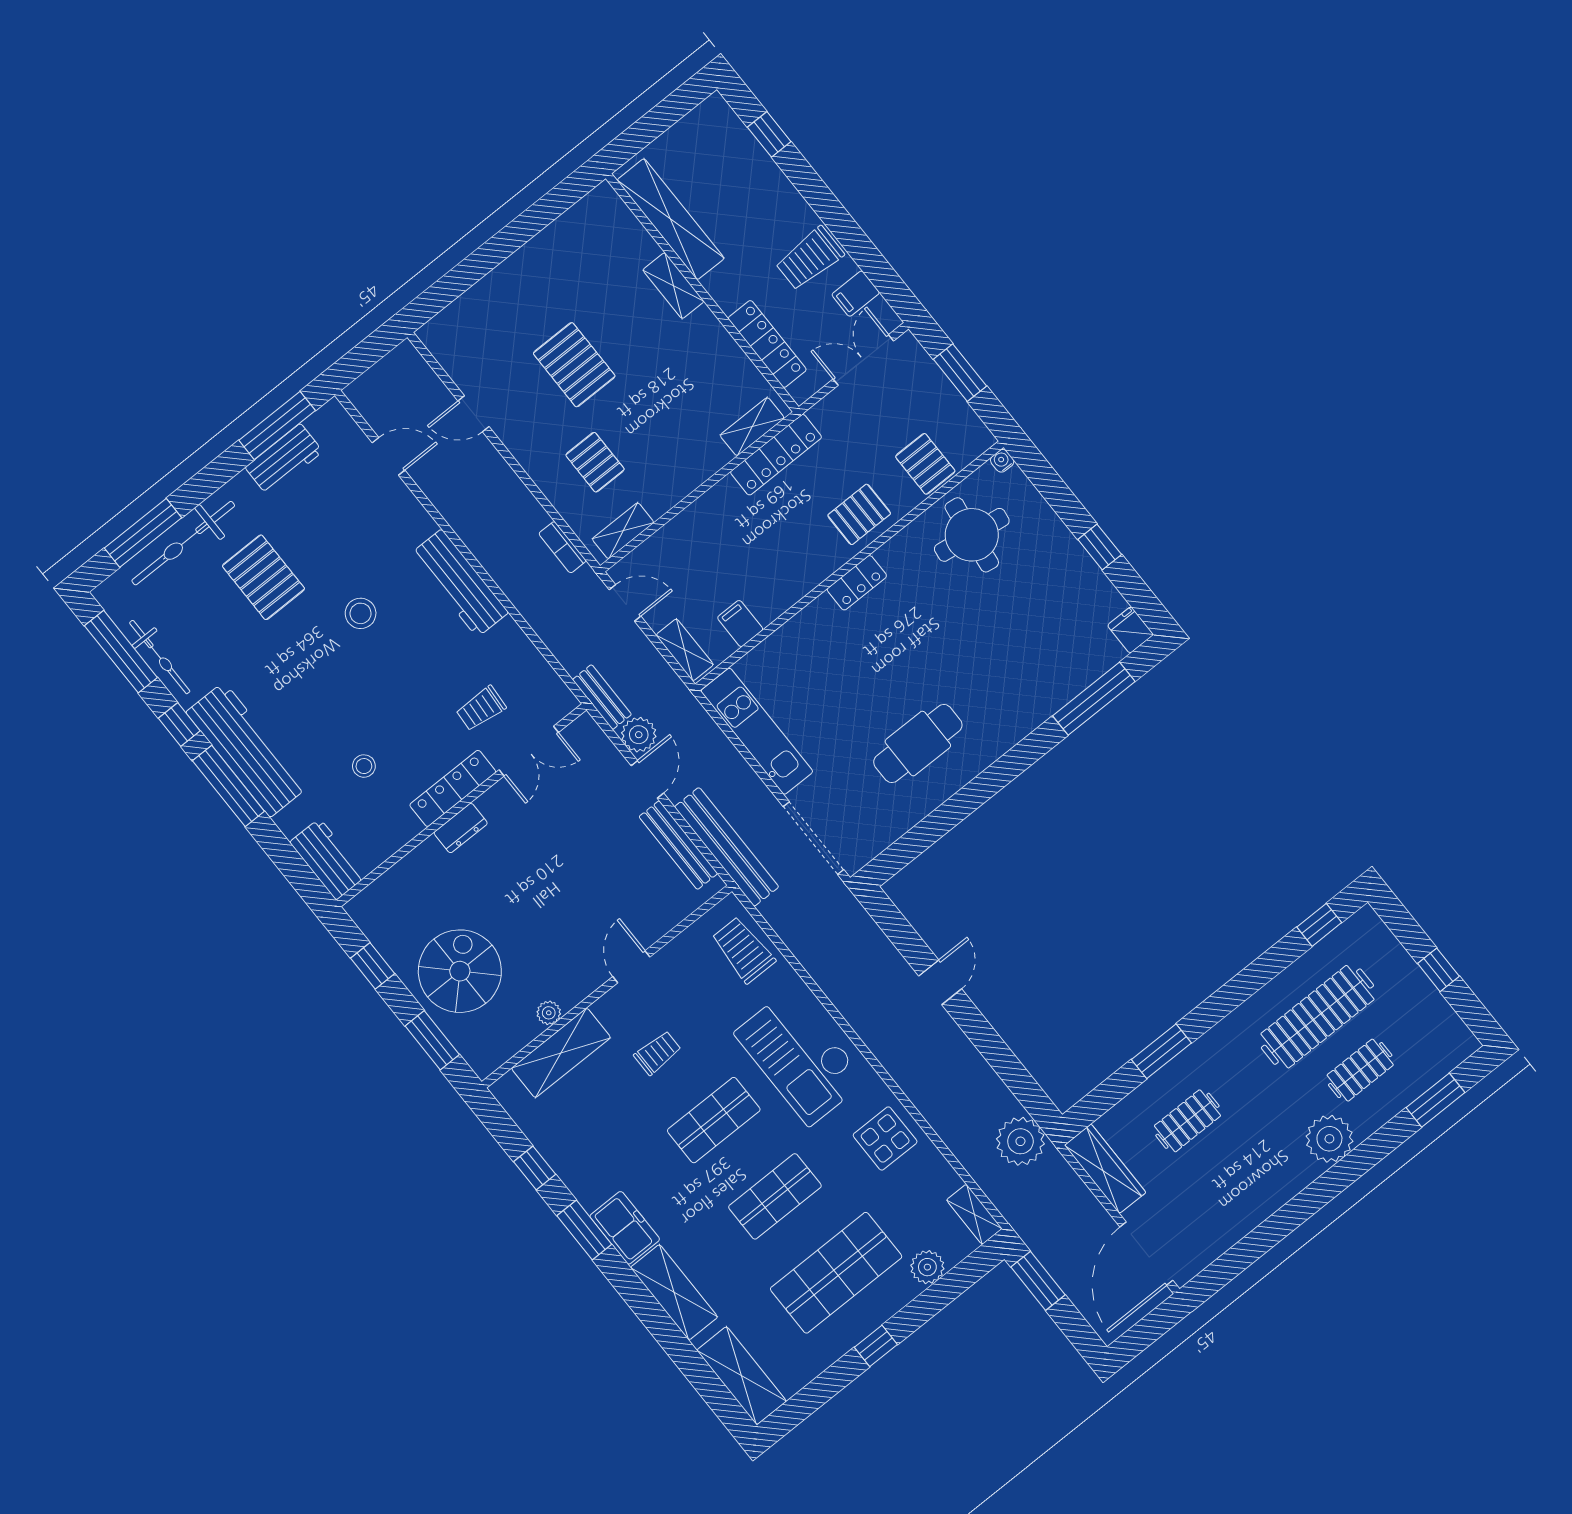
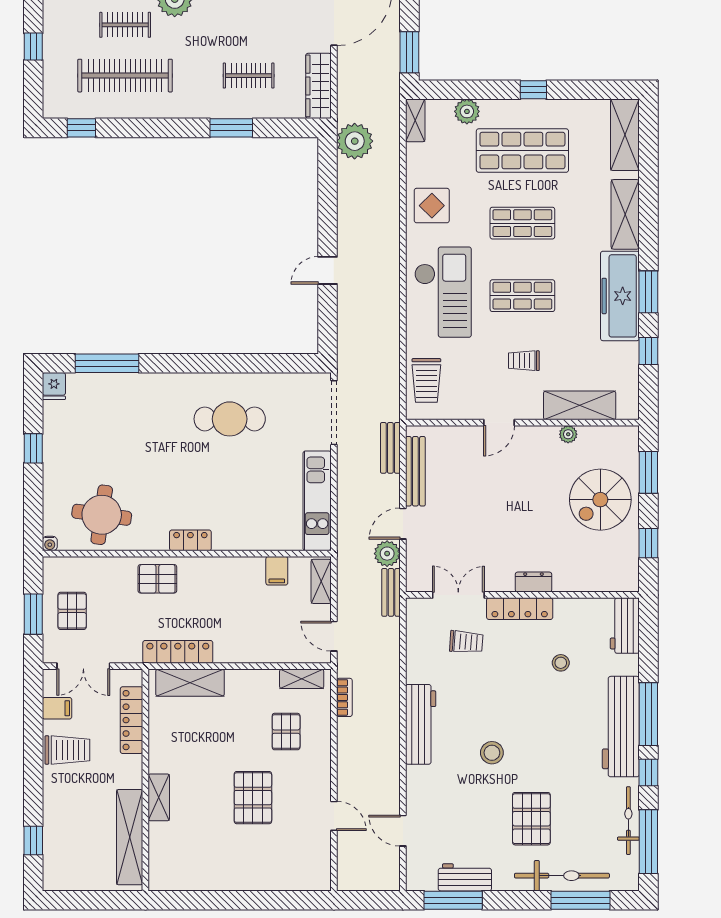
shelving: (752, 427) -> (190, 683), width x1.50, depth x1.33
pallet: (925, 464) -> (72, 611), moved
bench: (727, 847) -> (390, 448), width x0.54, depth x0.82
freezer: (625, 1228) -> (620, 296), width x1.91, depth x1.26

